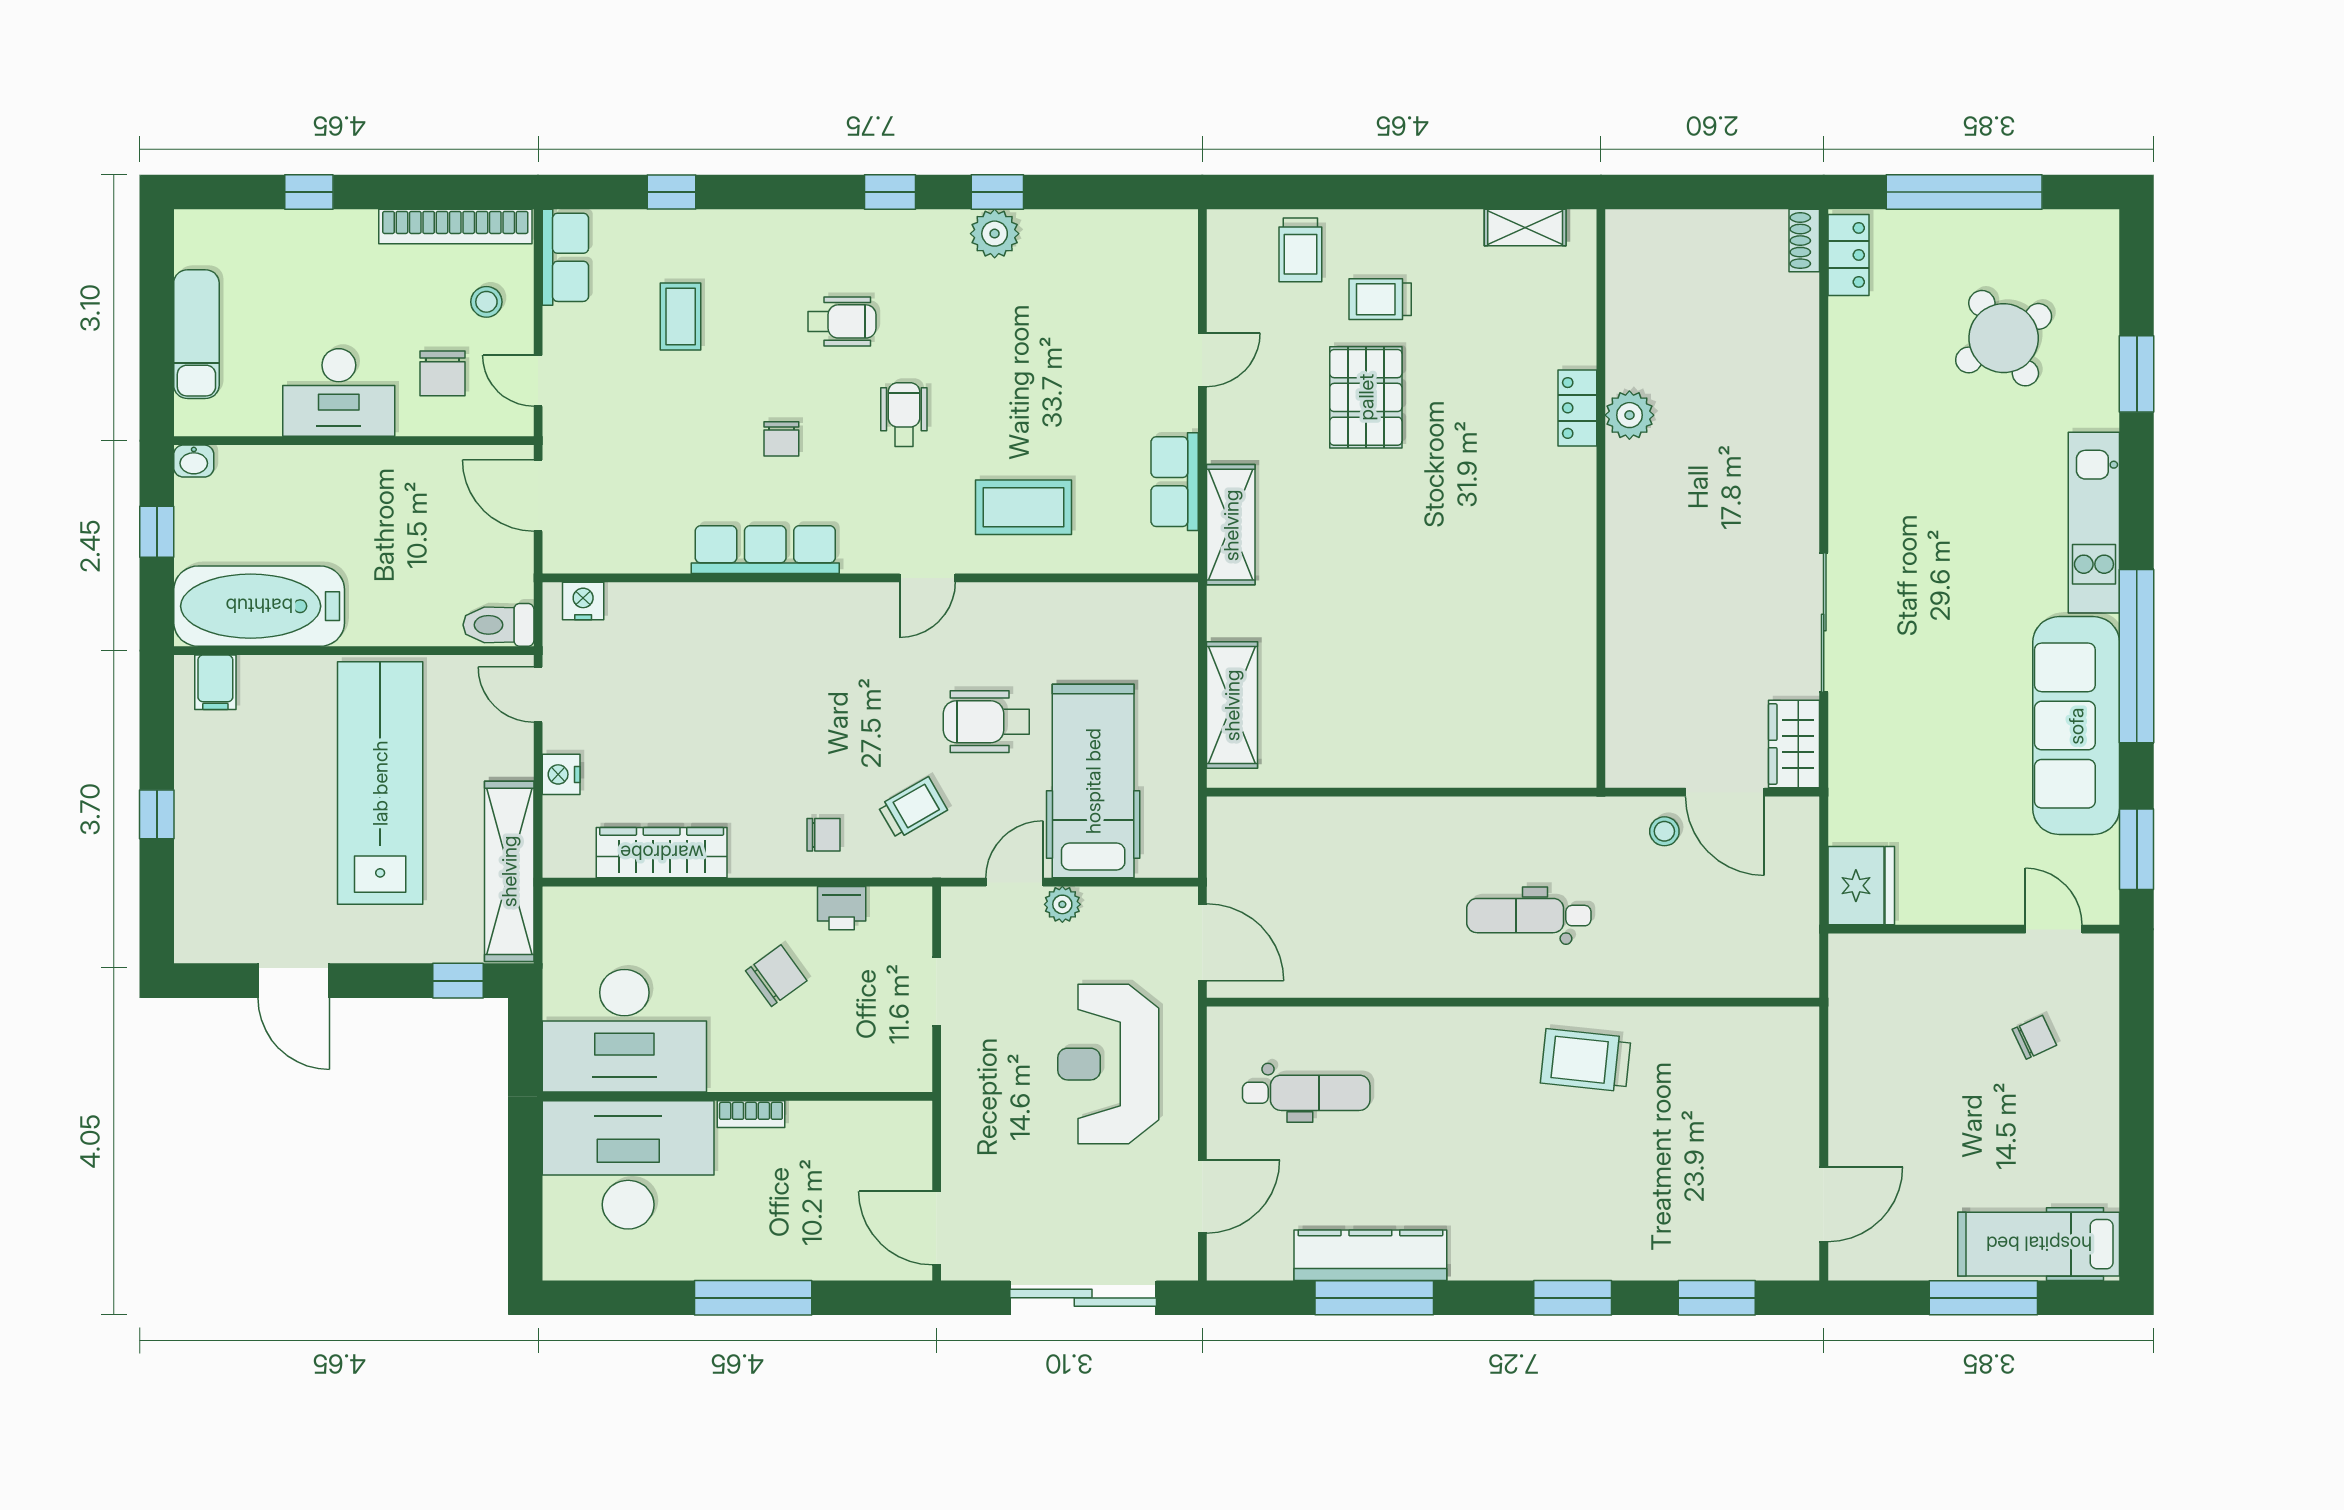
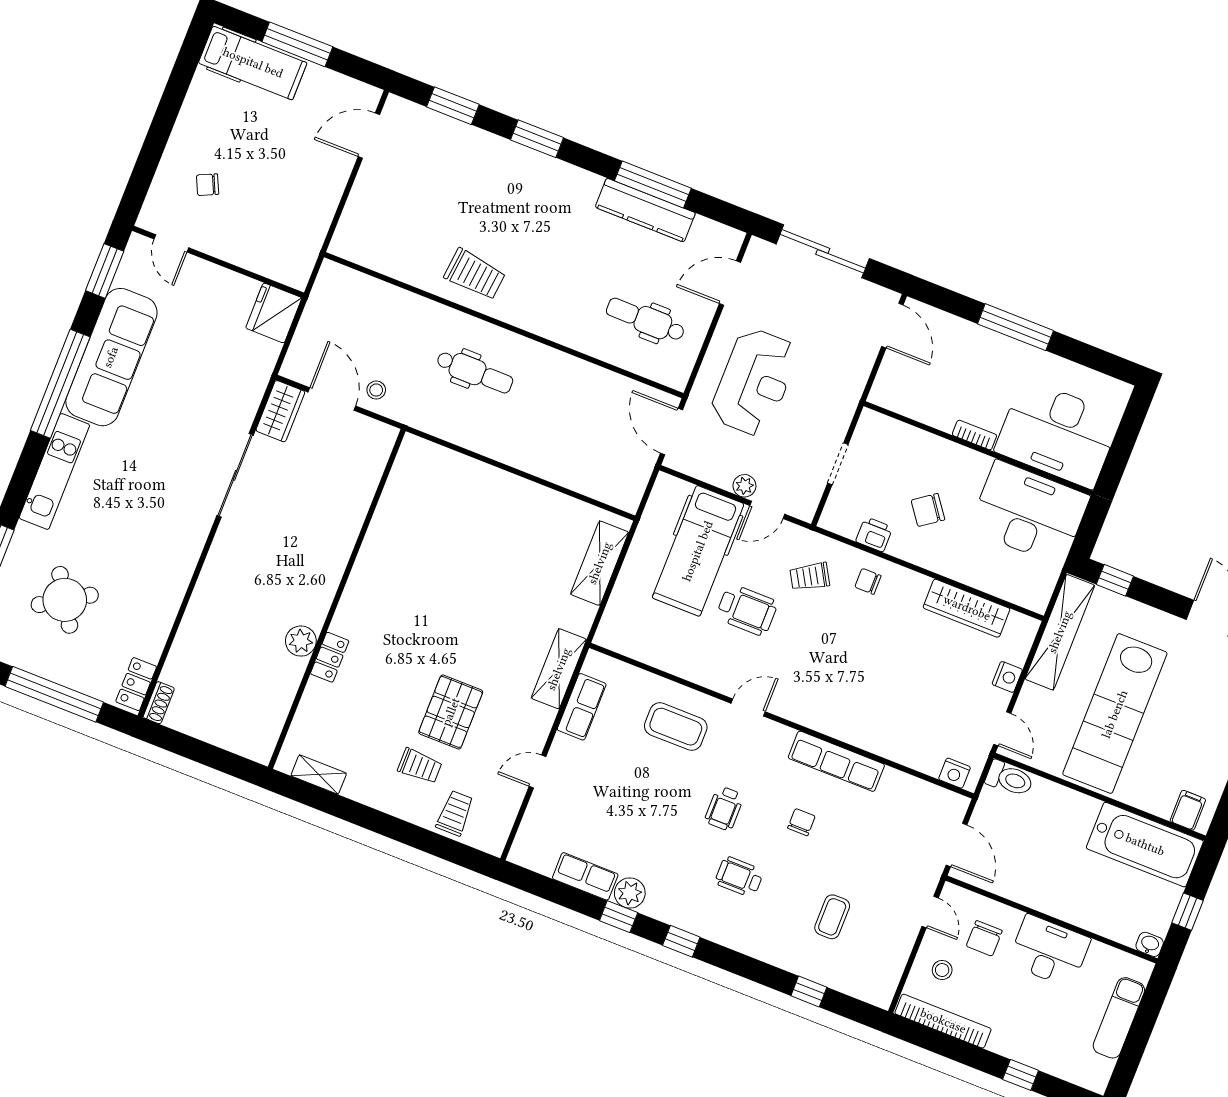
row of seats: (565, 257) -> (585, 876), moved, turned 90
chair: (443, 373) -> (984, 938), turned 180

